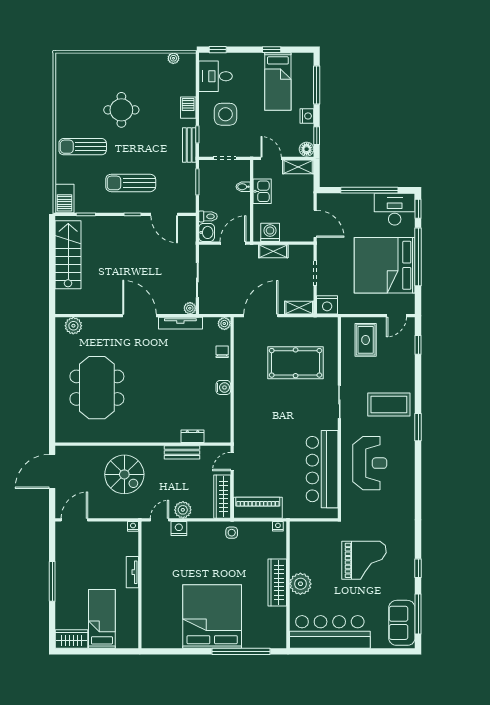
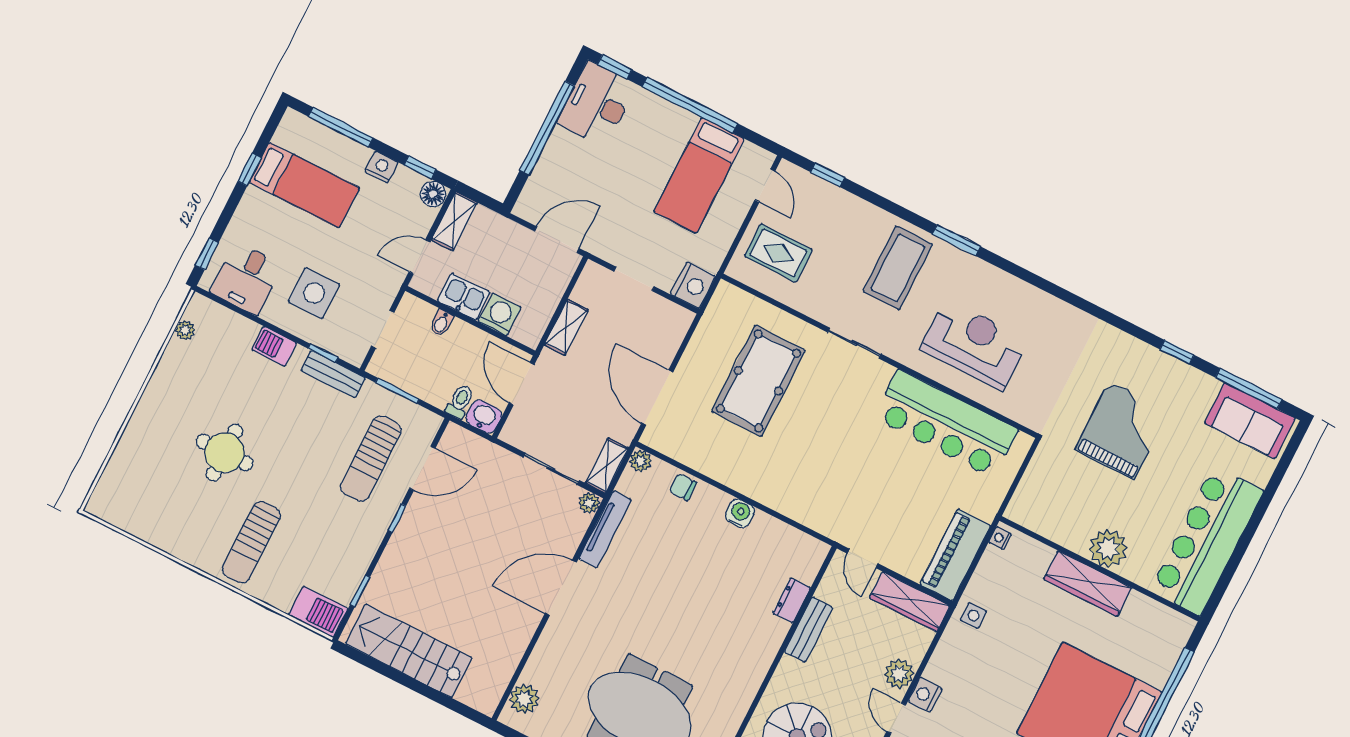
sun lounger: (131, 183) -> (371, 459), moved
washing machine: (270, 232) -> (500, 314), moved, turned 90
bed: (385, 265) -> (699, 175), width x0.49
shelving: (299, 308) -> (607, 466), moved

